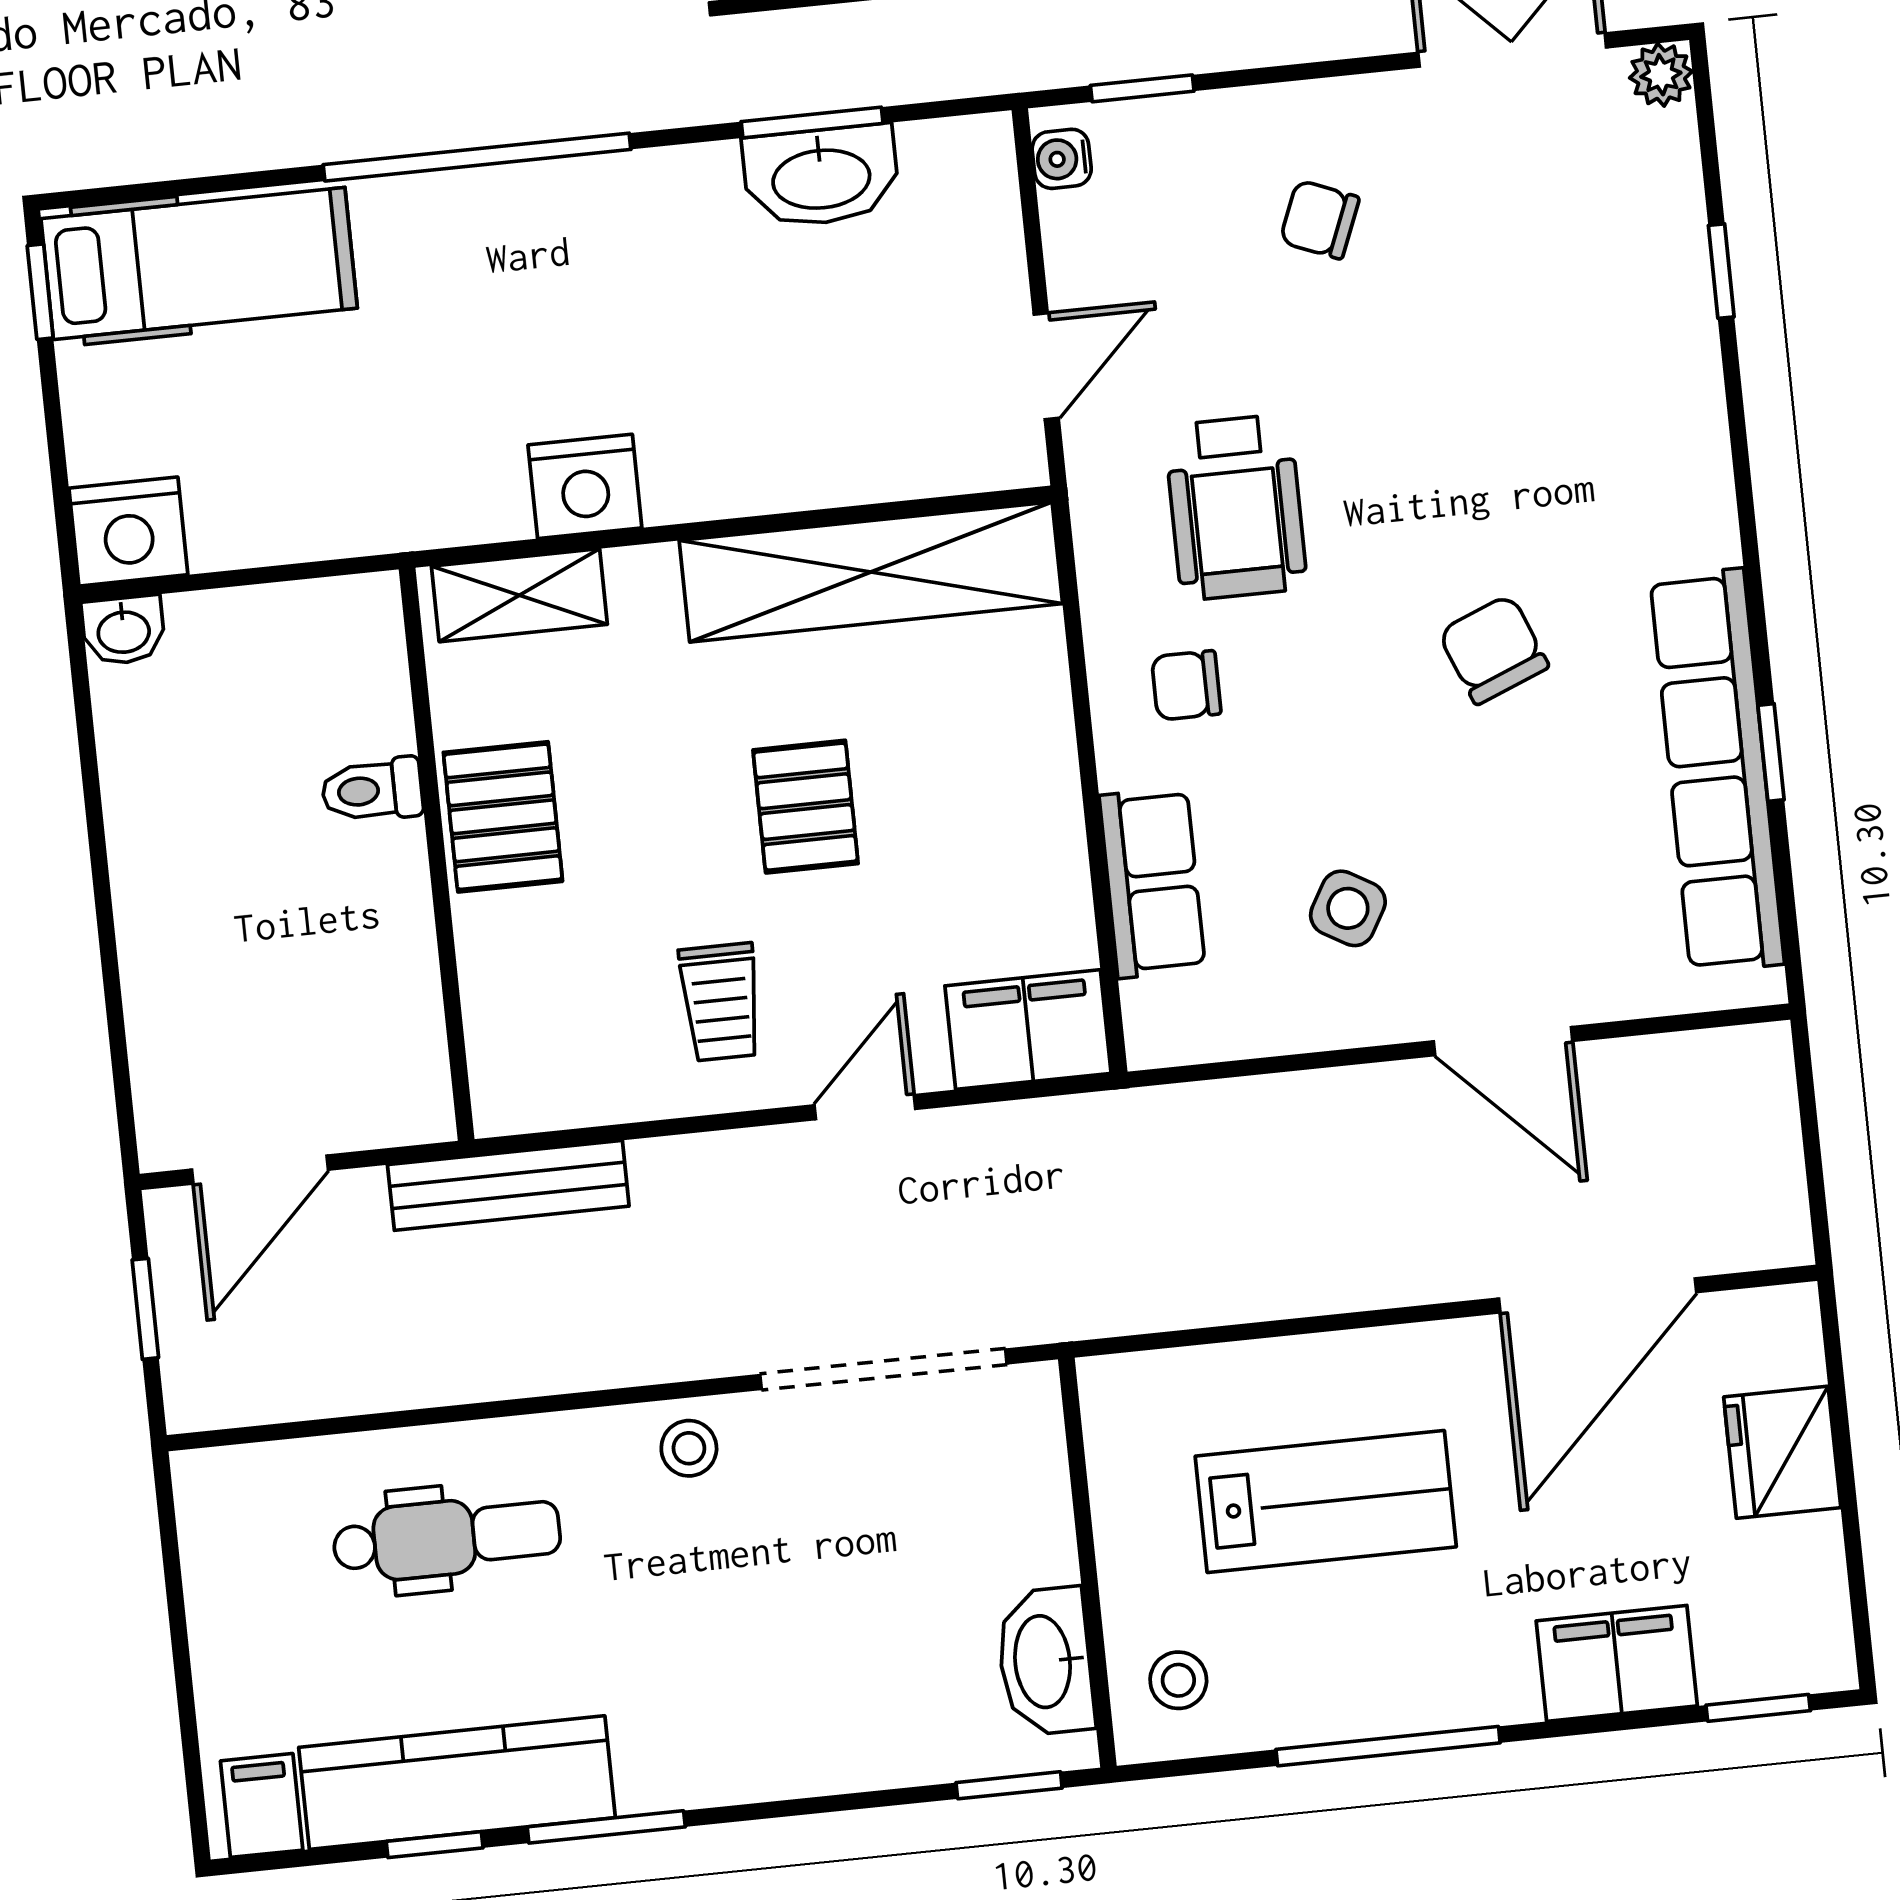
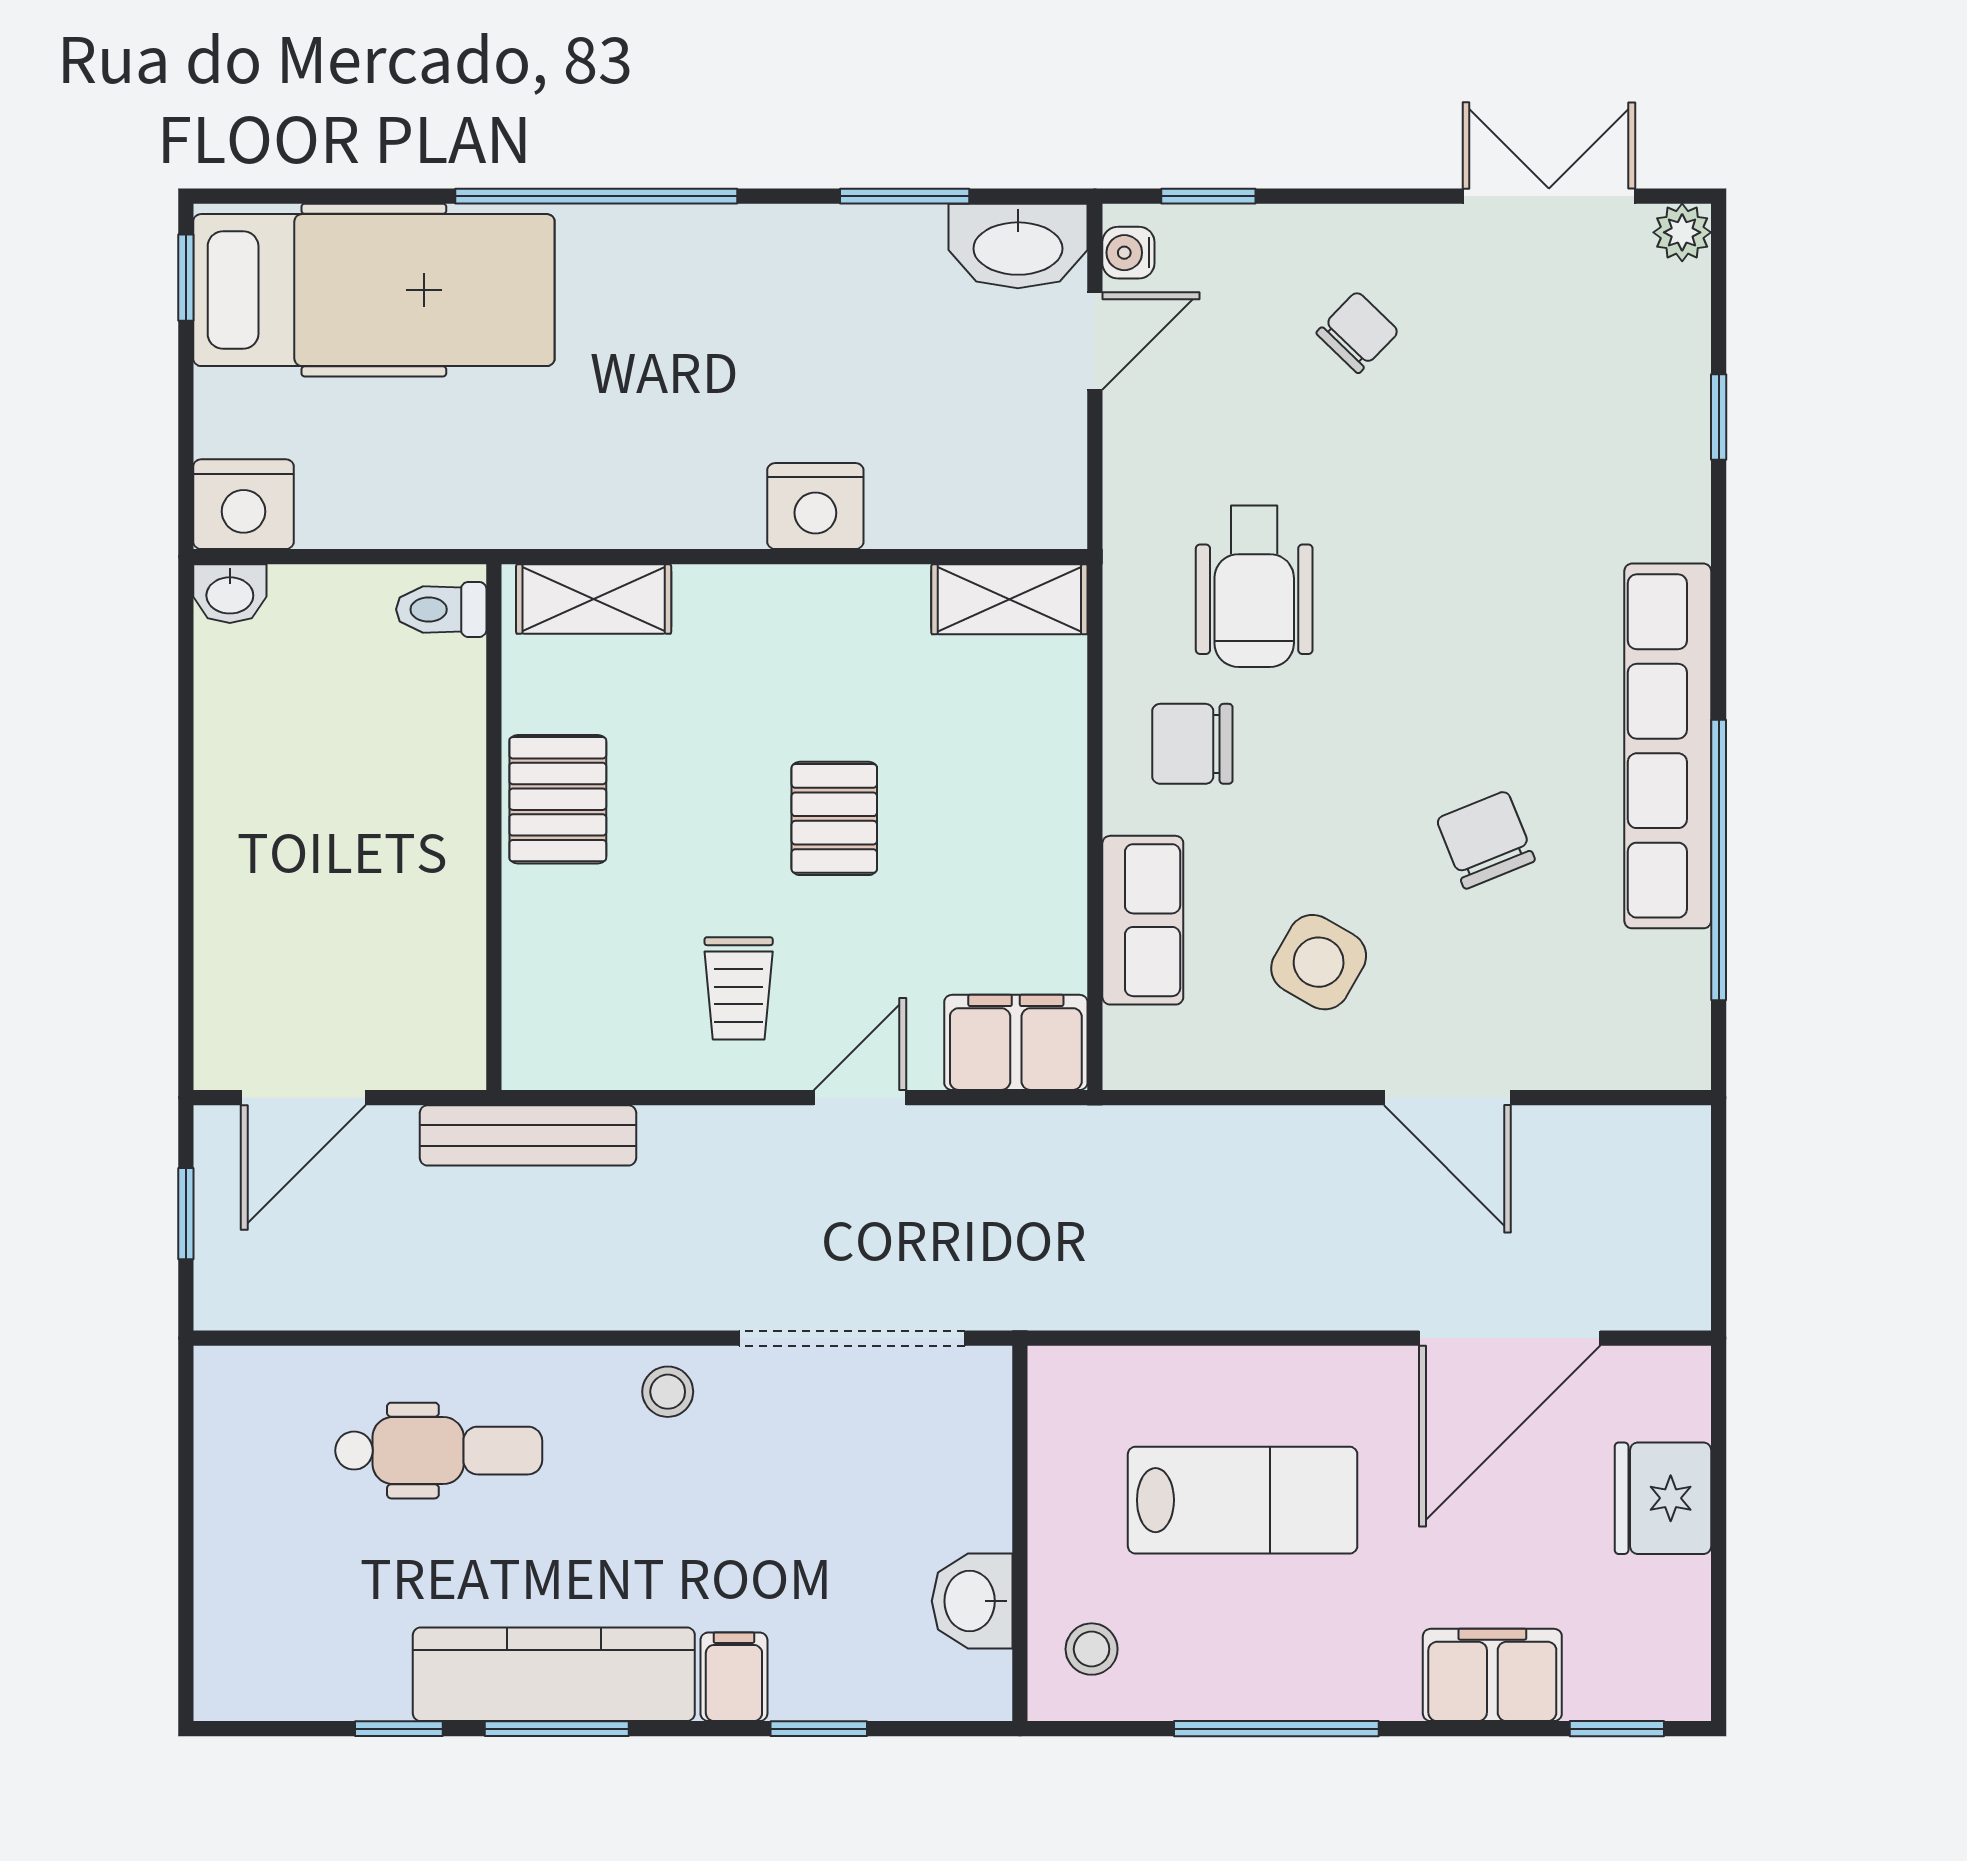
washbasin: (821, 176) -> (1018, 246), moved
chair: (1320, 220) -> (1358, 332), turned 112
hospital bed: (199, 263) -> (374, 290), width x1.37, depth x1.29
door: (1046, 366) -> (1095, 341), moved
nightstand: (585, 486) -> (815, 506), moved
shelving: (871, 572) -> (1009, 599), width x0.45, depth x0.75
chair: (1493, 649) -> (1486, 840), moved
chair: (1186, 685) -> (1192, 744), width x1.37, depth x1.37
window: (1771, 752) -> (1719, 860), width x3.17
row of seats: (1717, 771) -> (1668, 746), moved
toilet: (372, 790) -> (441, 609), moved
side table: (1348, 908) -> (1319, 962), width x1.37, depth x1.37
washbasin: (1045, 1661) -> (972, 1601), width x0.72
kitchen counter: (457, 1783) -> (554, 1674), moved
window: (1009, 1785) -> (819, 1729), moved
filing cabinet: (262, 1805) -> (734, 1677), moved

